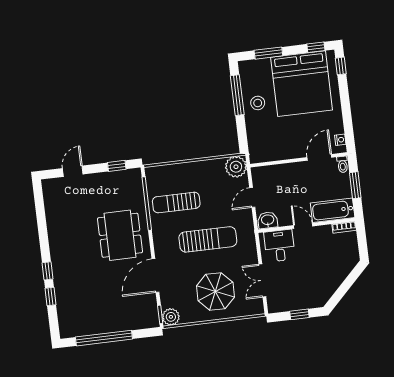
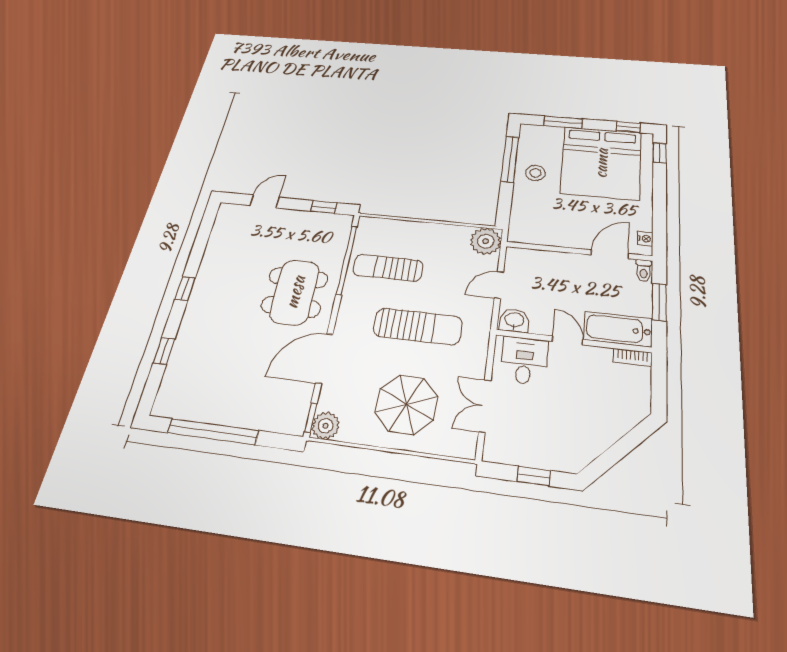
window: (47, 271) -> (185, 289), moved

